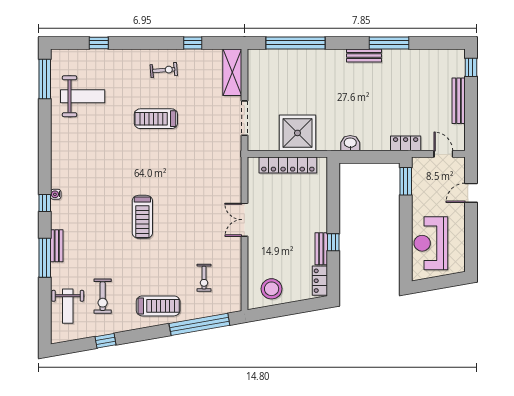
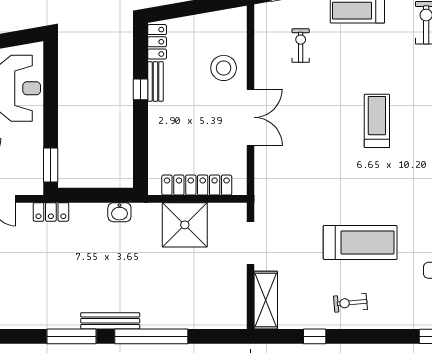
window: (295, 43) -> (151, 336), moved
bench: (364, 55) -> (110, 321), width x1.36
treadmill: (156, 119) -> (360, 242), width x1.37, depth x1.38
double door: (244, 220) -> (250, 117), width x1.37
stool: (272, 289) -> (224, 68), moved

